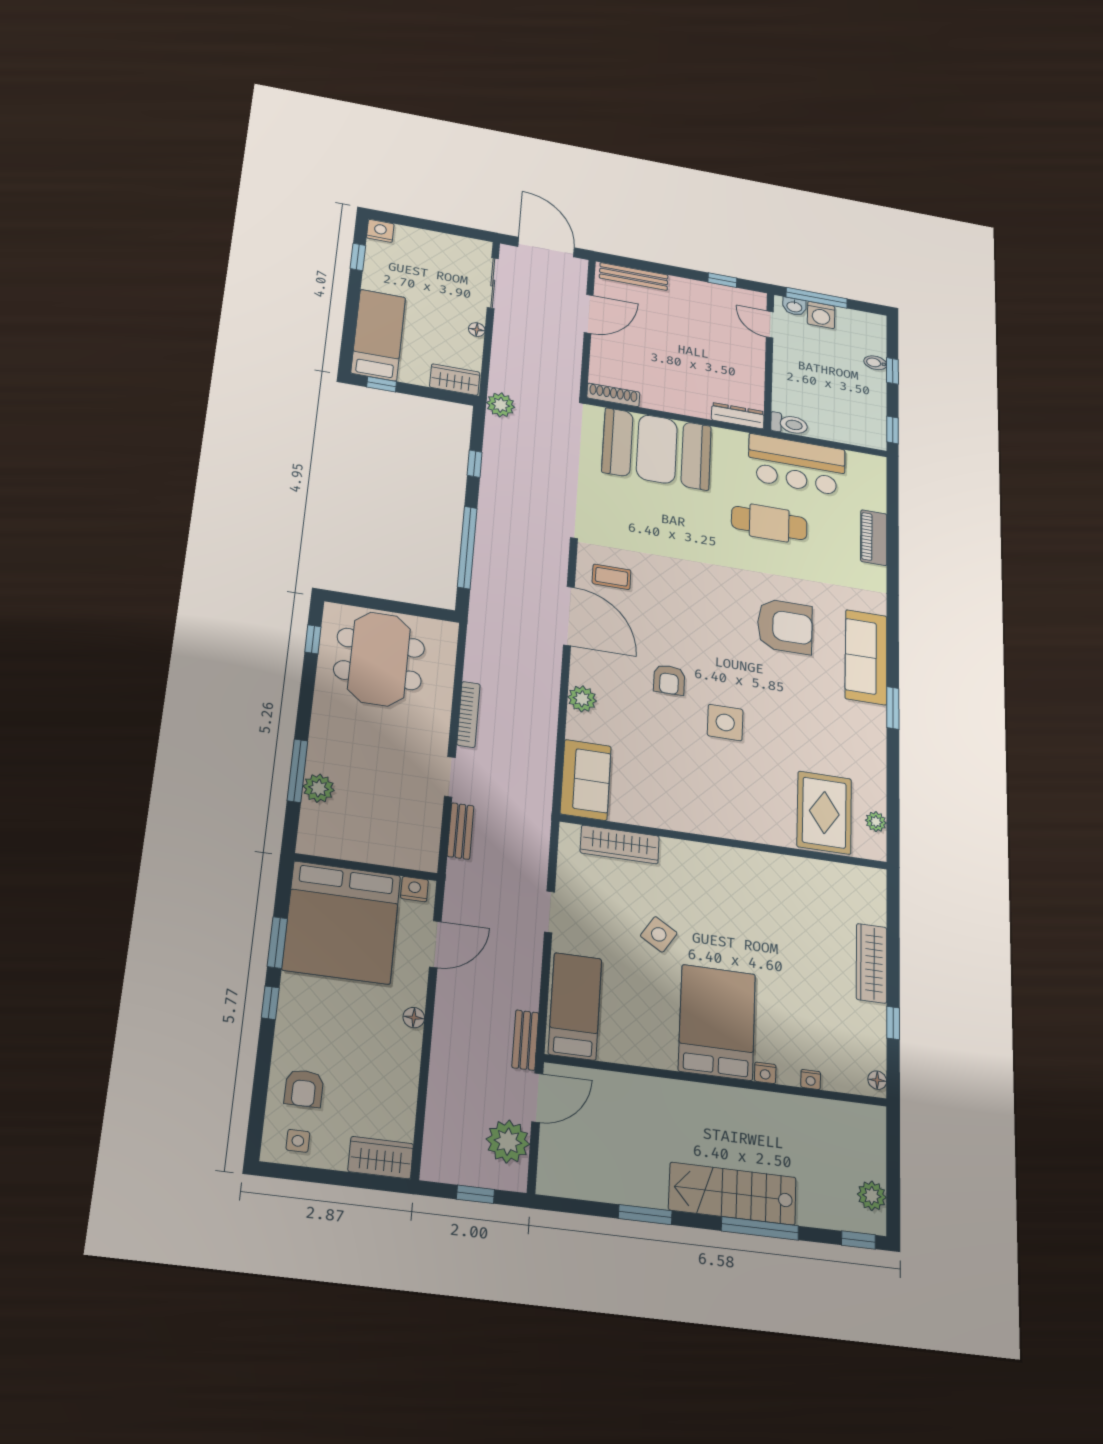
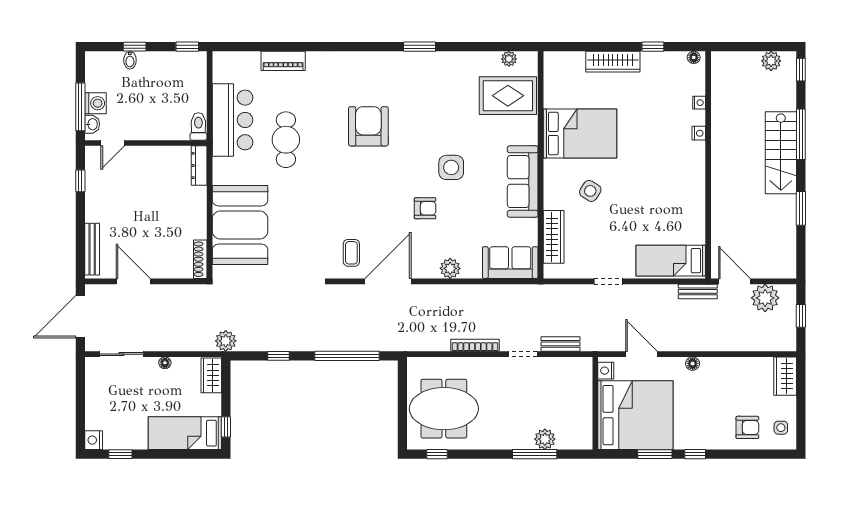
sofa: (866, 657) -> (523, 182), moved, turned 90
side table: (659, 934) -> (590, 191), moved
bed: (717, 1022) -> (580, 133), moved, turned 180

